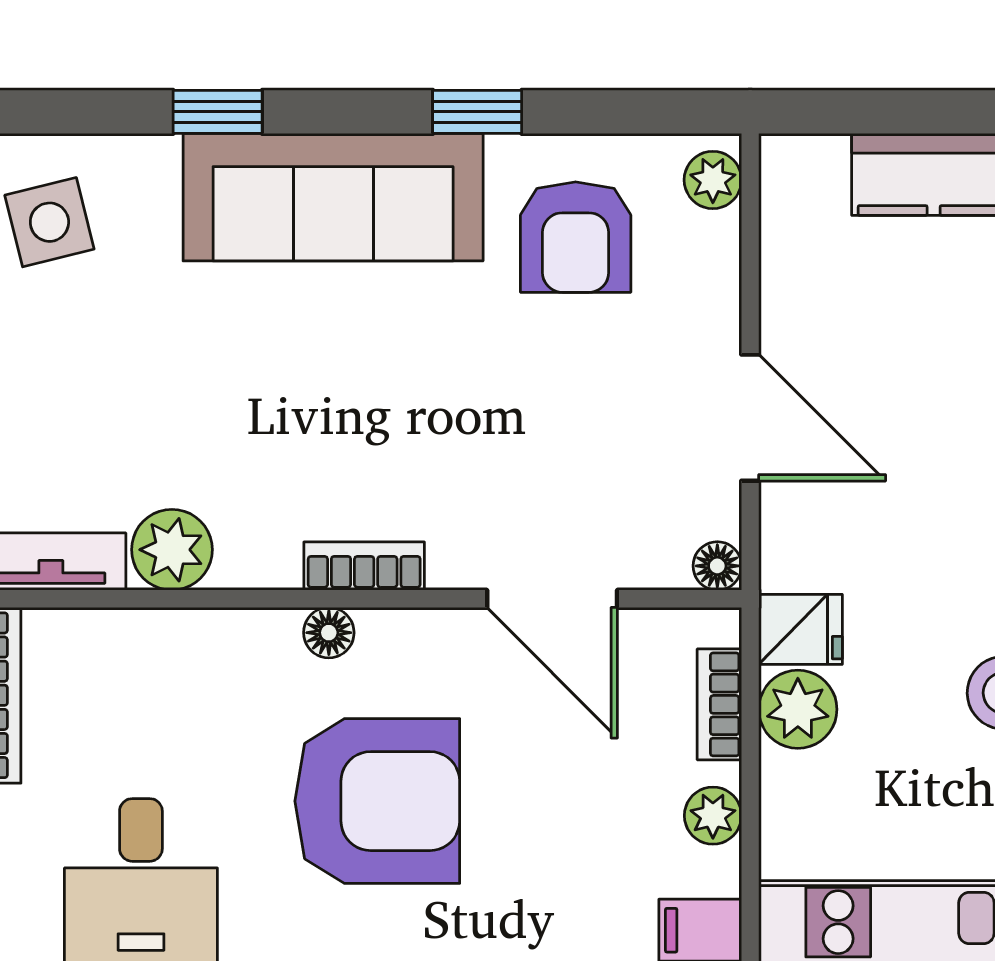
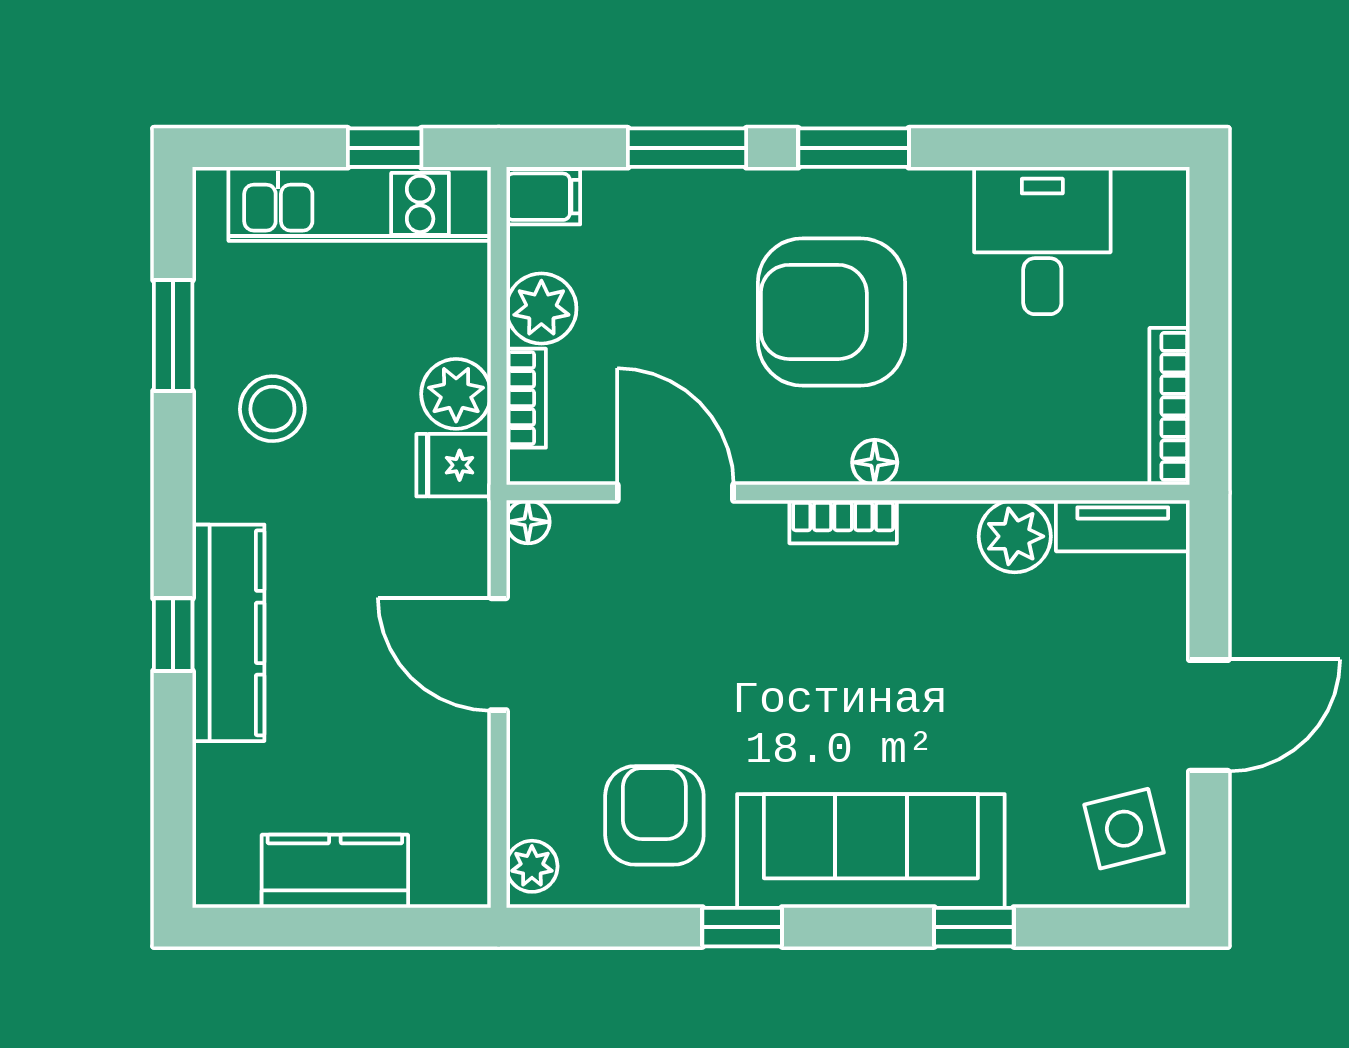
plant: (713, 816) -> (541, 309), width x1.38, depth x1.38

